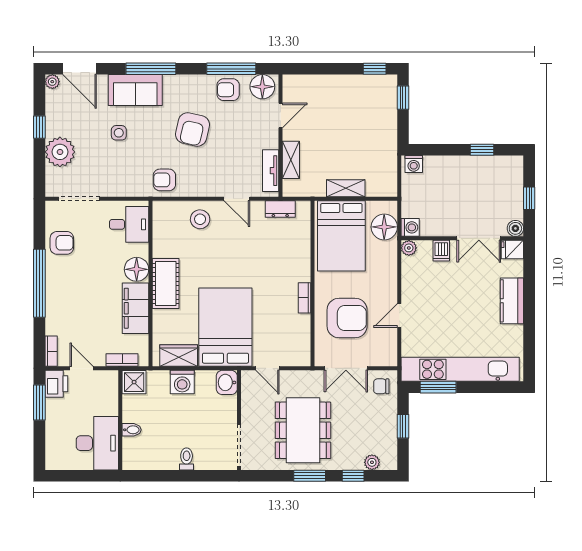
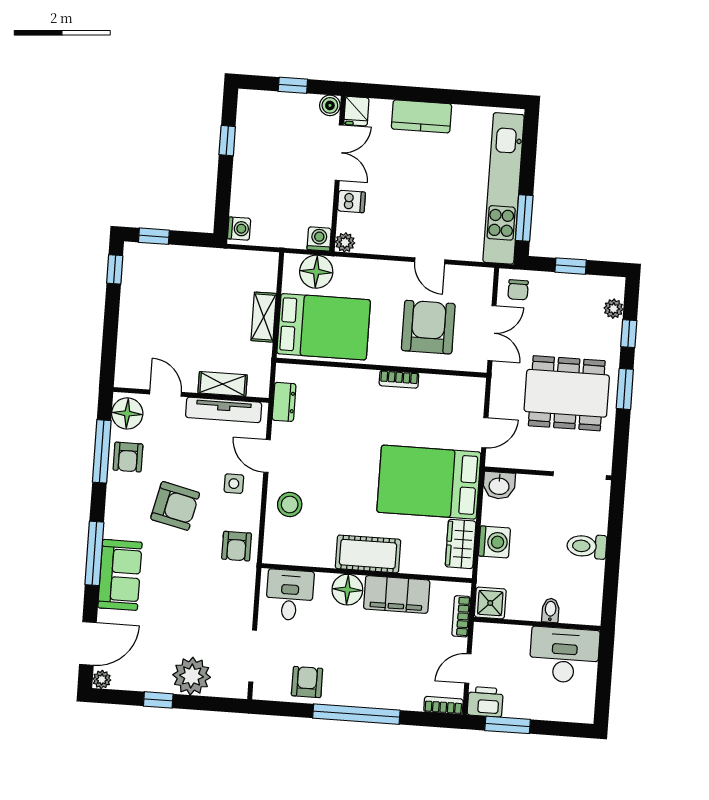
side table: (119, 133) -> (234, 484), moved
tv unit: (271, 171) -> (224, 410), width x1.41
door: (237, 199) -> (267, 456), swing flipped
toilet: (187, 459) -> (587, 546), width x1.37, depth x1.39

